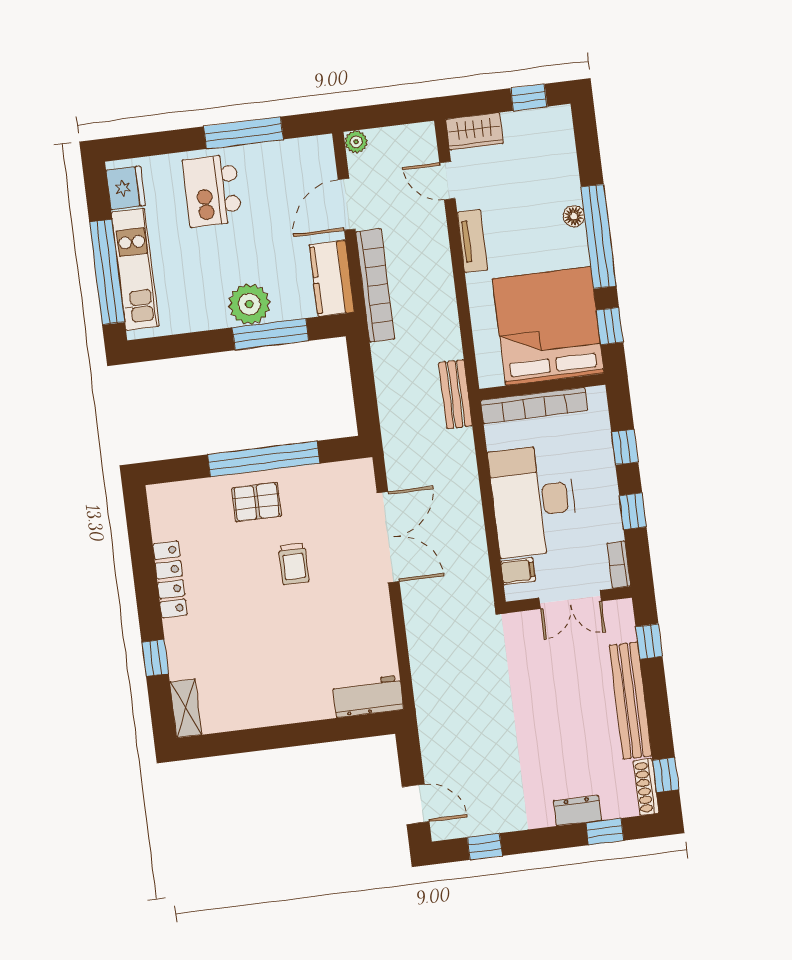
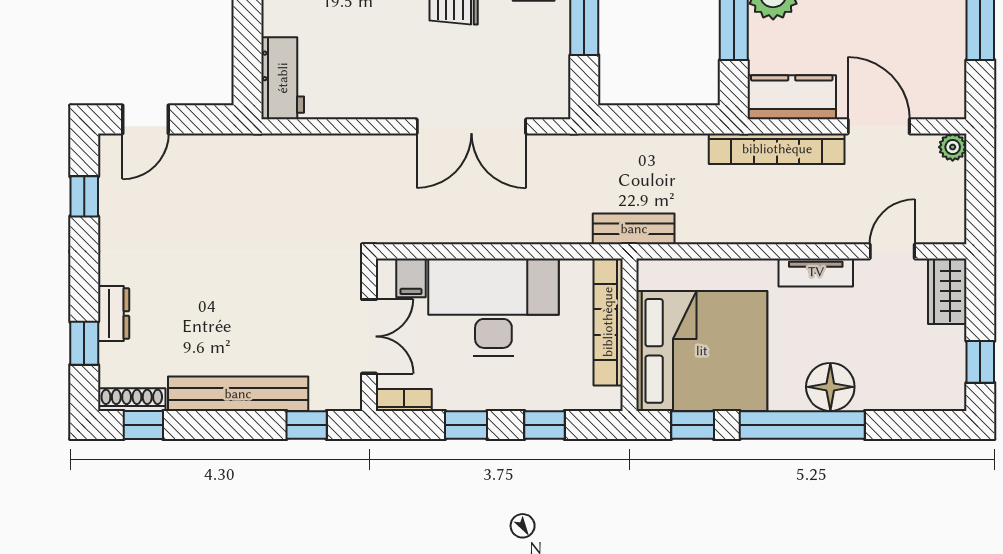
floor lamp: (574, 216) -> (830, 387), width x1.89, depth x1.89
double door: (570, 600) -> (369, 336), swing flipped

